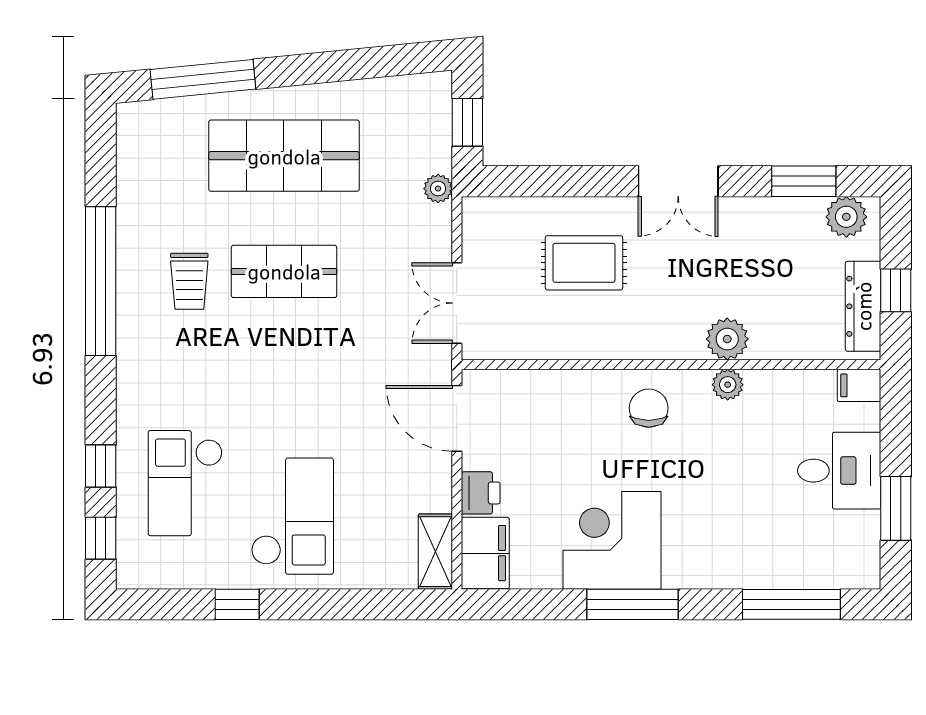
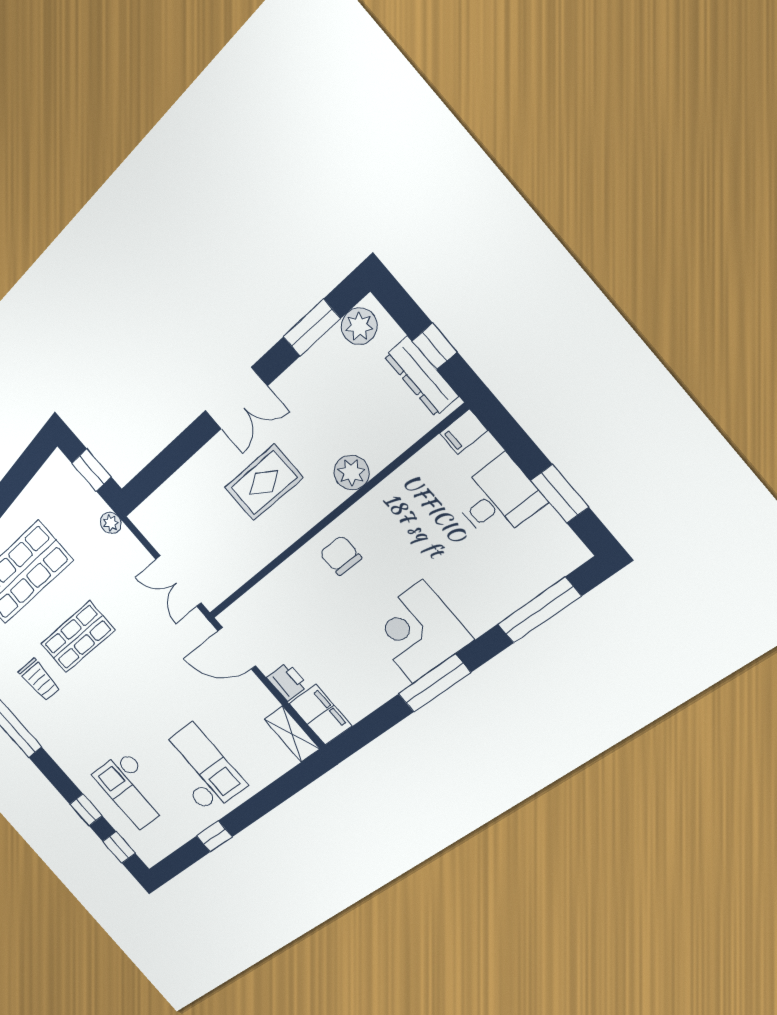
rug: (584, 263) -> (264, 483), moved
plant: (728, 385) -> (377, 501), removed
corner desk: (612, 540) -> (418, 632), moved

